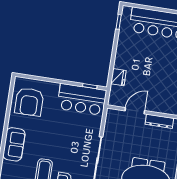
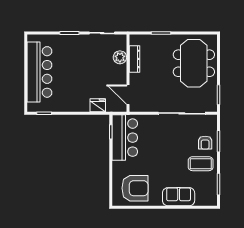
plant: (163, 107) -> (120, 57), added
door: (135, 111) -> (128, 95), moved

